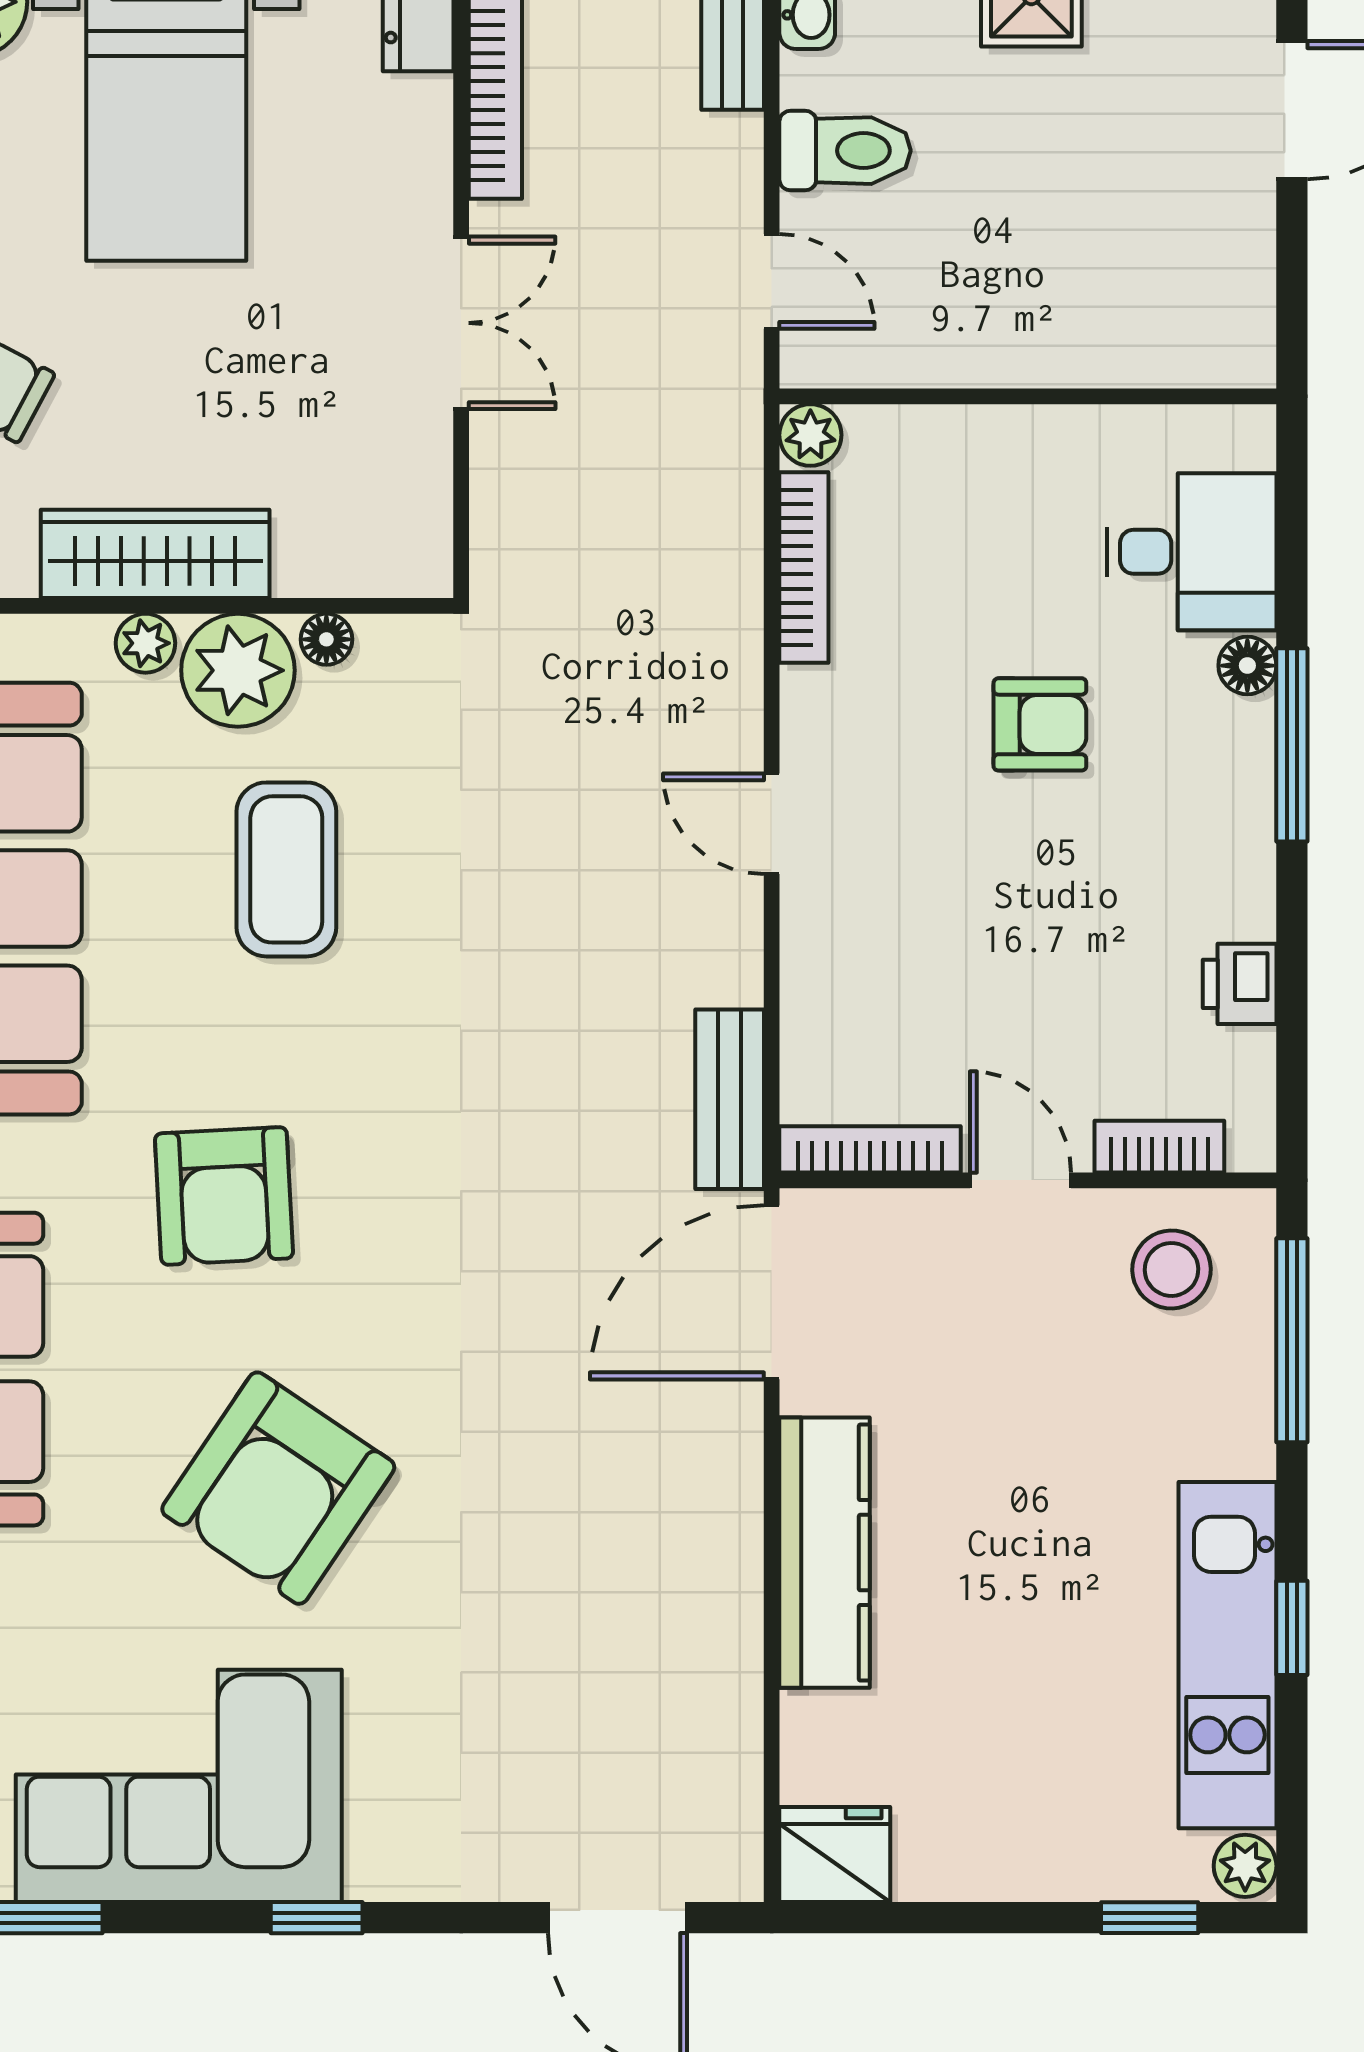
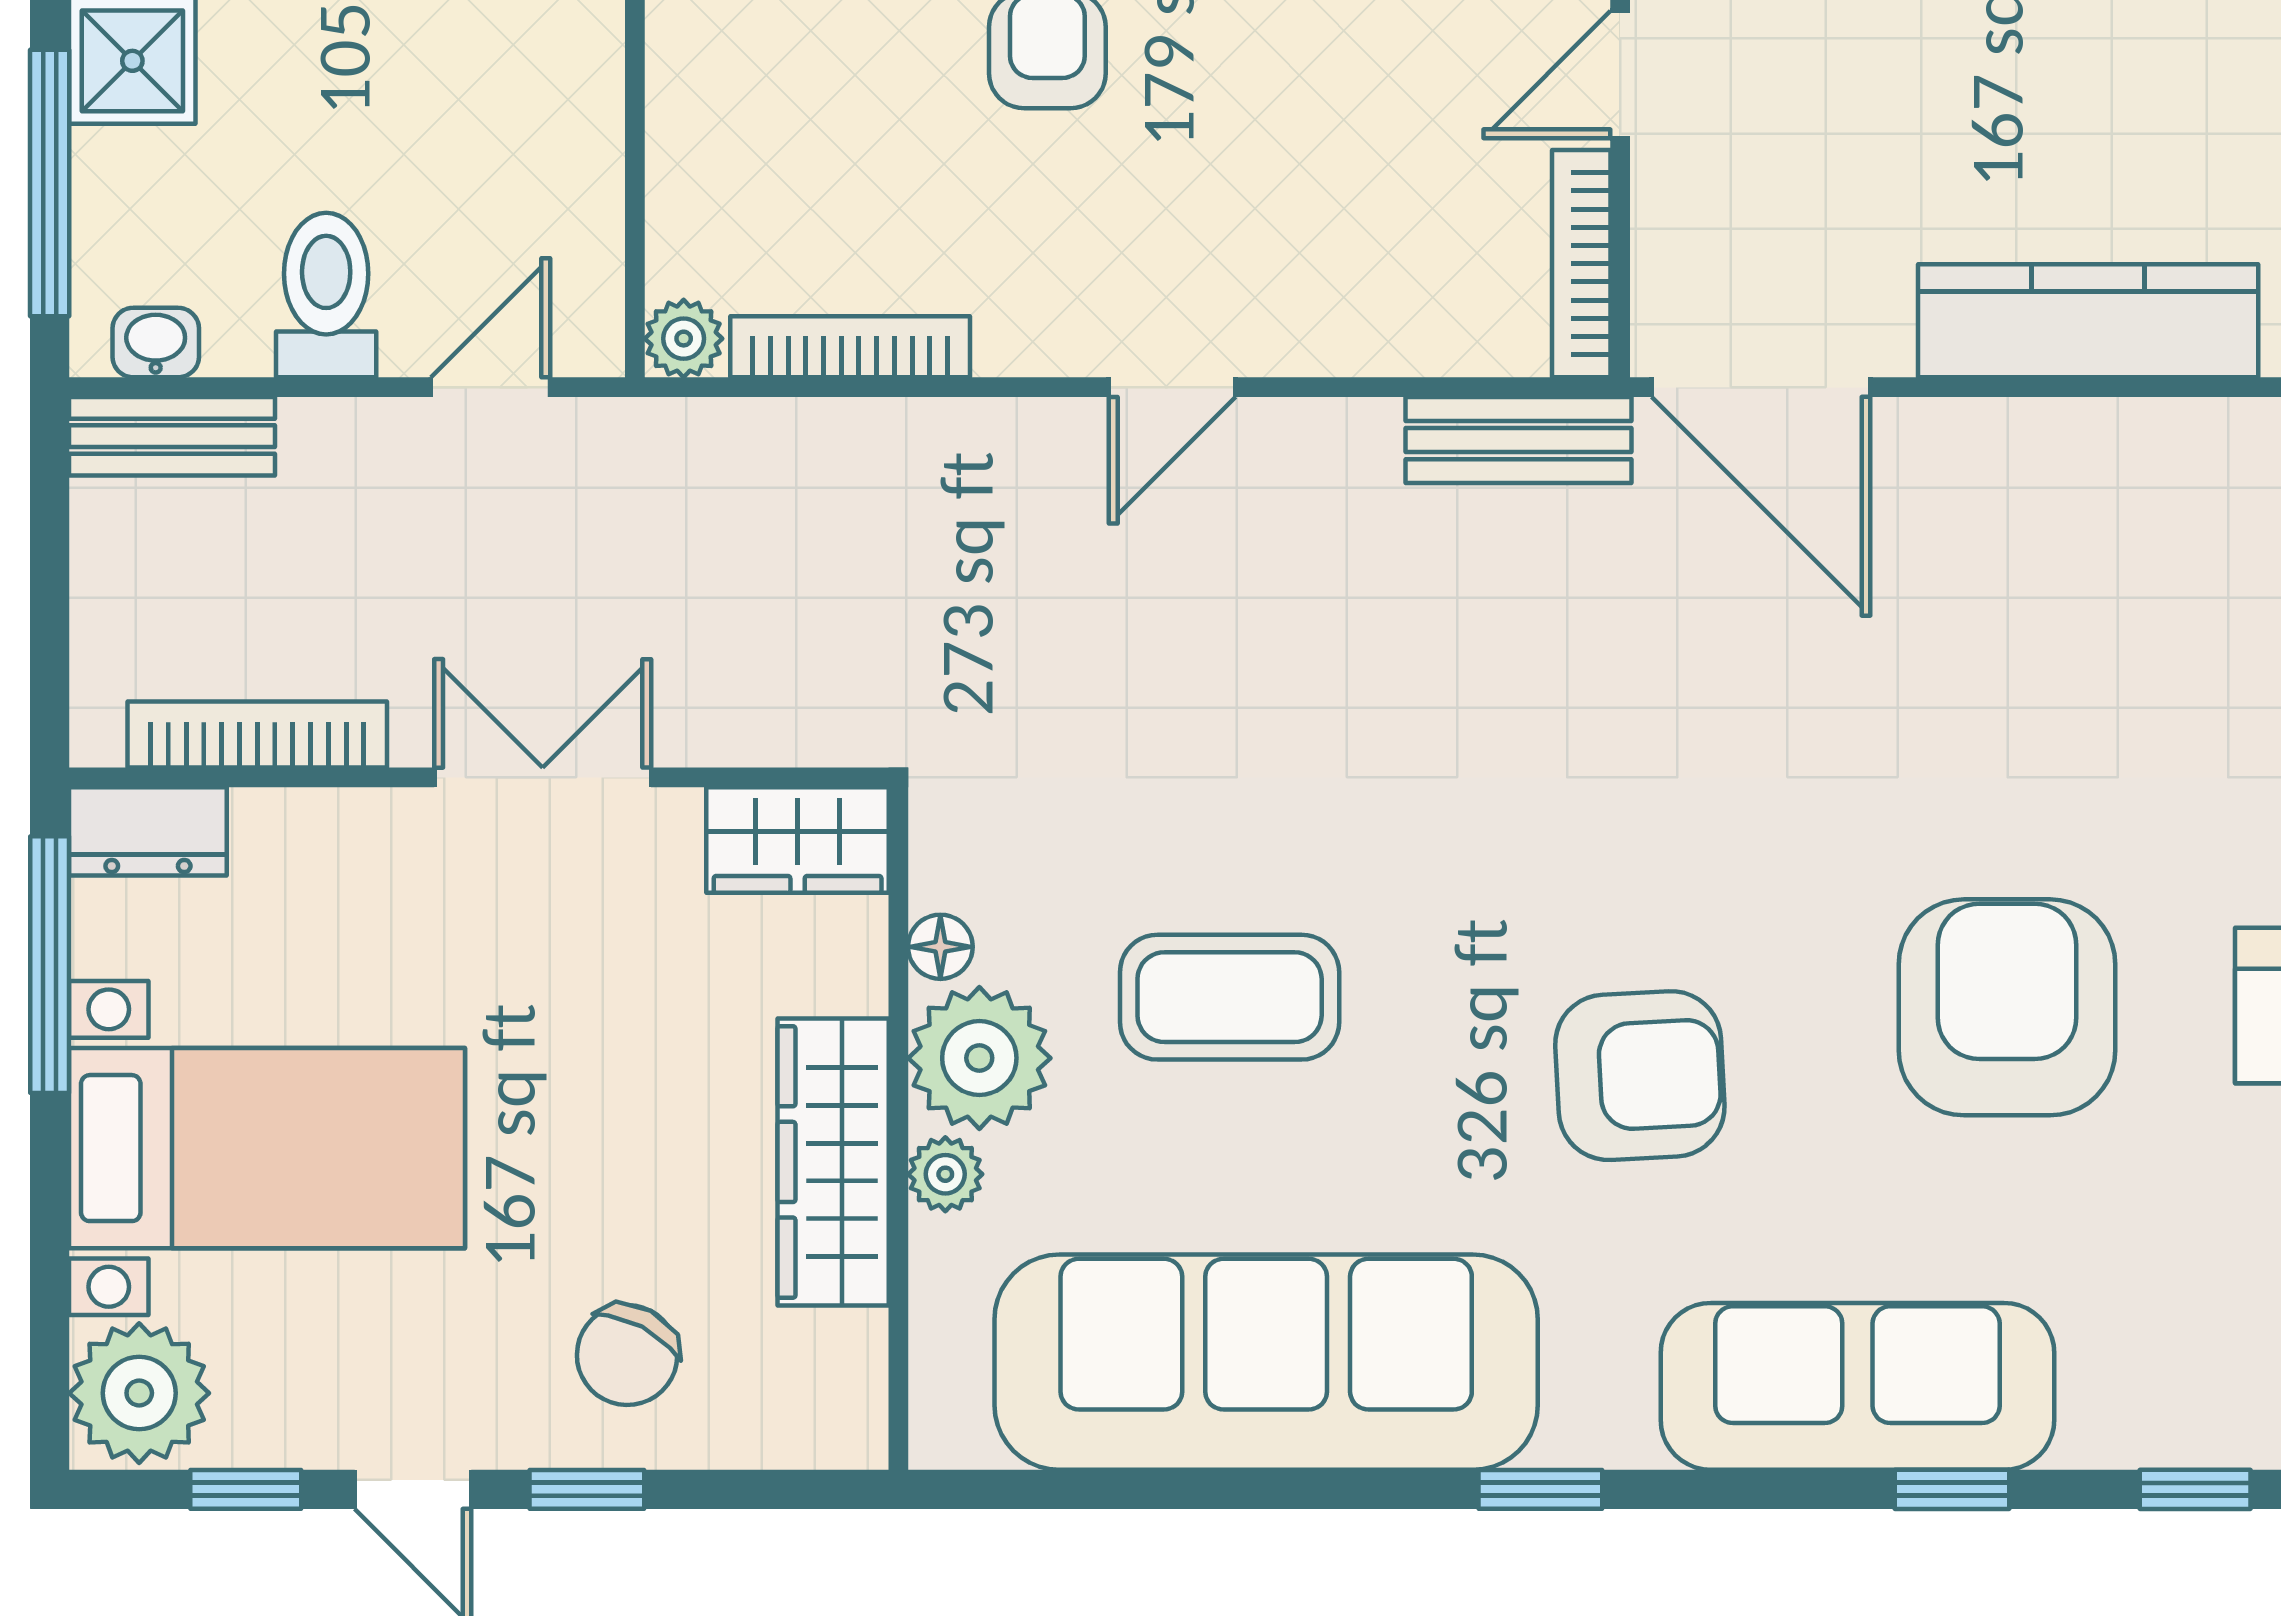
wardrobe: (411, 526) -> (798, 840), added
armchair: (278, 1488) -> (2007, 1007), turned -124

